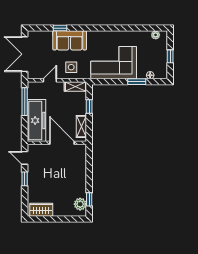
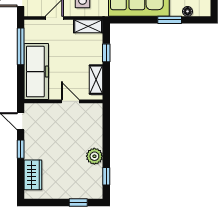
door: (62, 143) -> (70, 101), width x0.53
plant: (80, 204) -> (94, 156), moved
wardrobe: (41, 210) -> (33, 175), moved, turned 90
window: (68, 219) -> (78, 202), added

